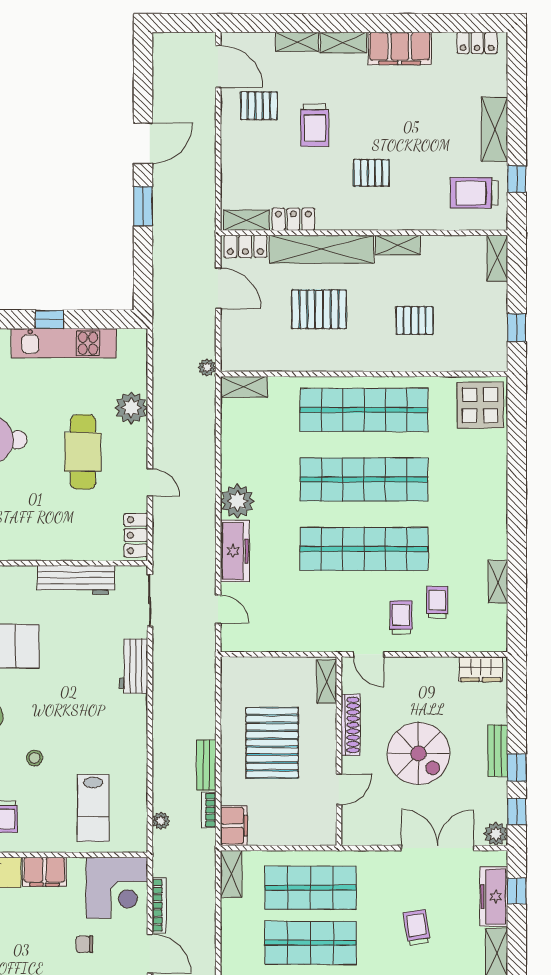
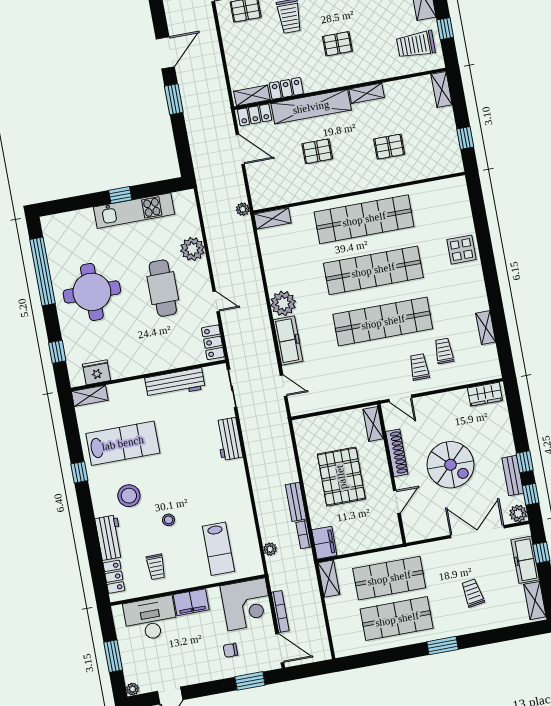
pallet: (319, 309) -> (317, 151), width x0.67, depth x0.71
display table: (480, 405) -> (462, 250), moved, width x0.73, depth x0.73
bench: (498, 751) -> (513, 476), moved

